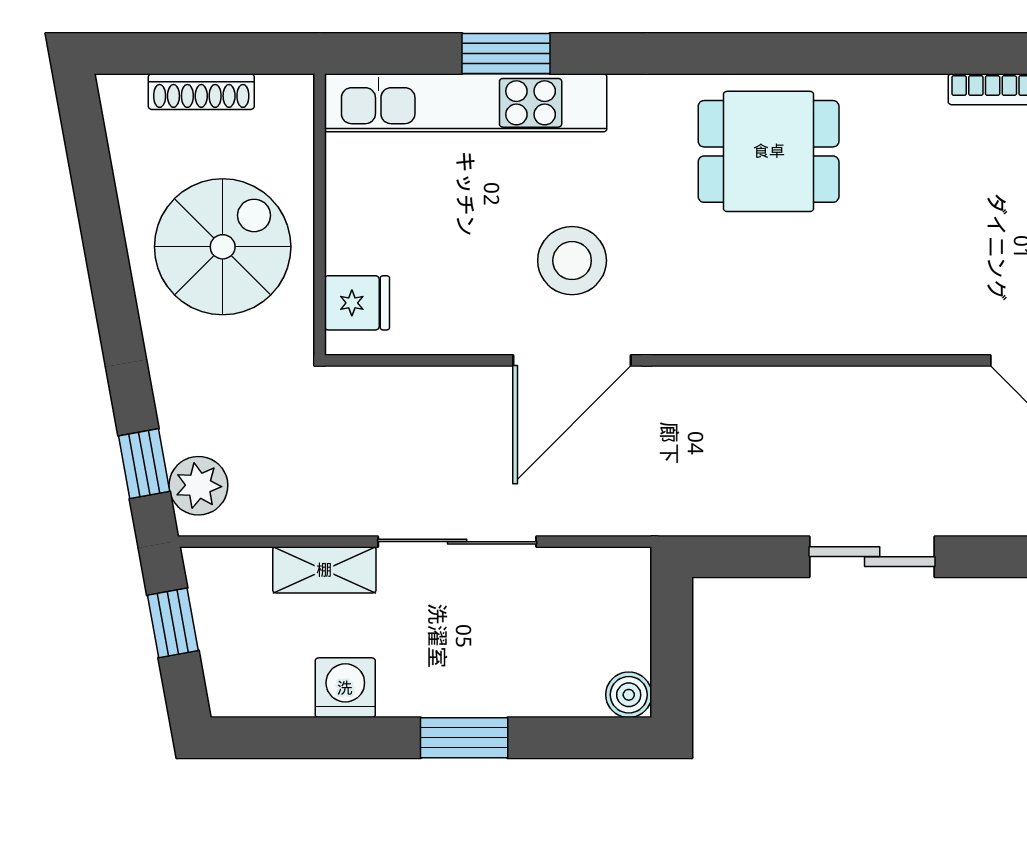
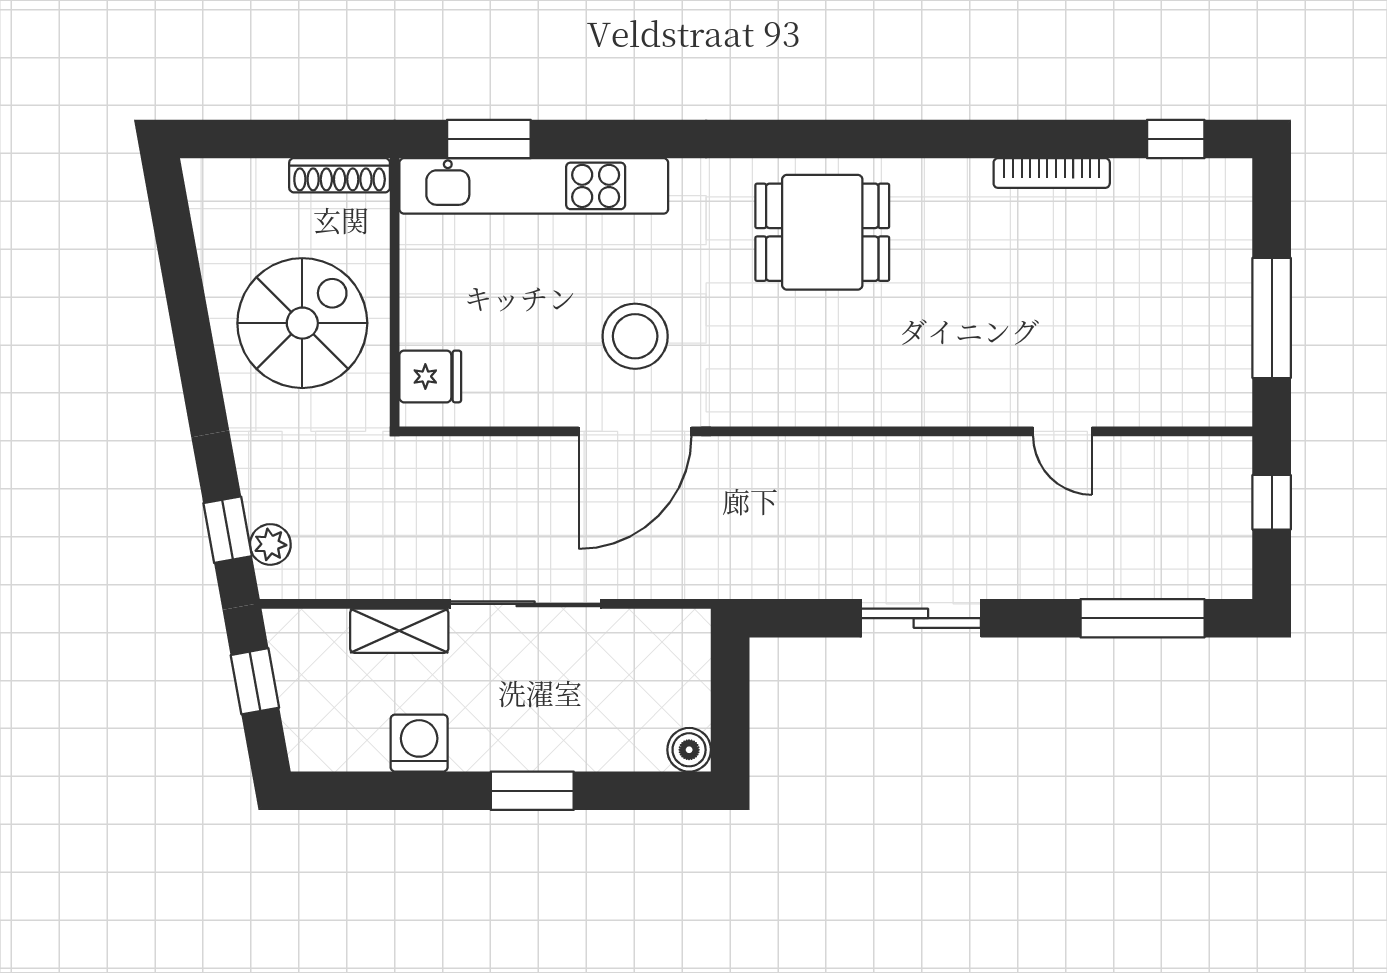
window: (506, 54) -> (489, 139), moved
shoe rack: (201, 92) -> (340, 175), moved
plant: (198, 486) -> (270, 544), width x0.73, depth x0.73

